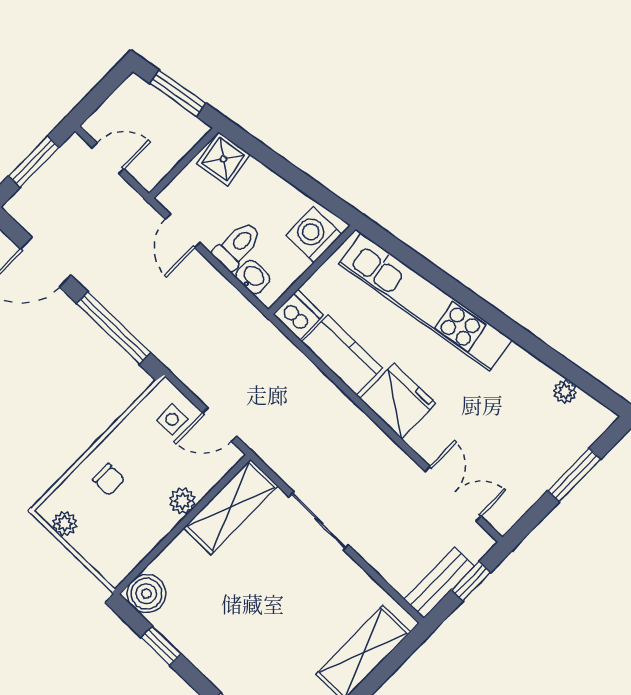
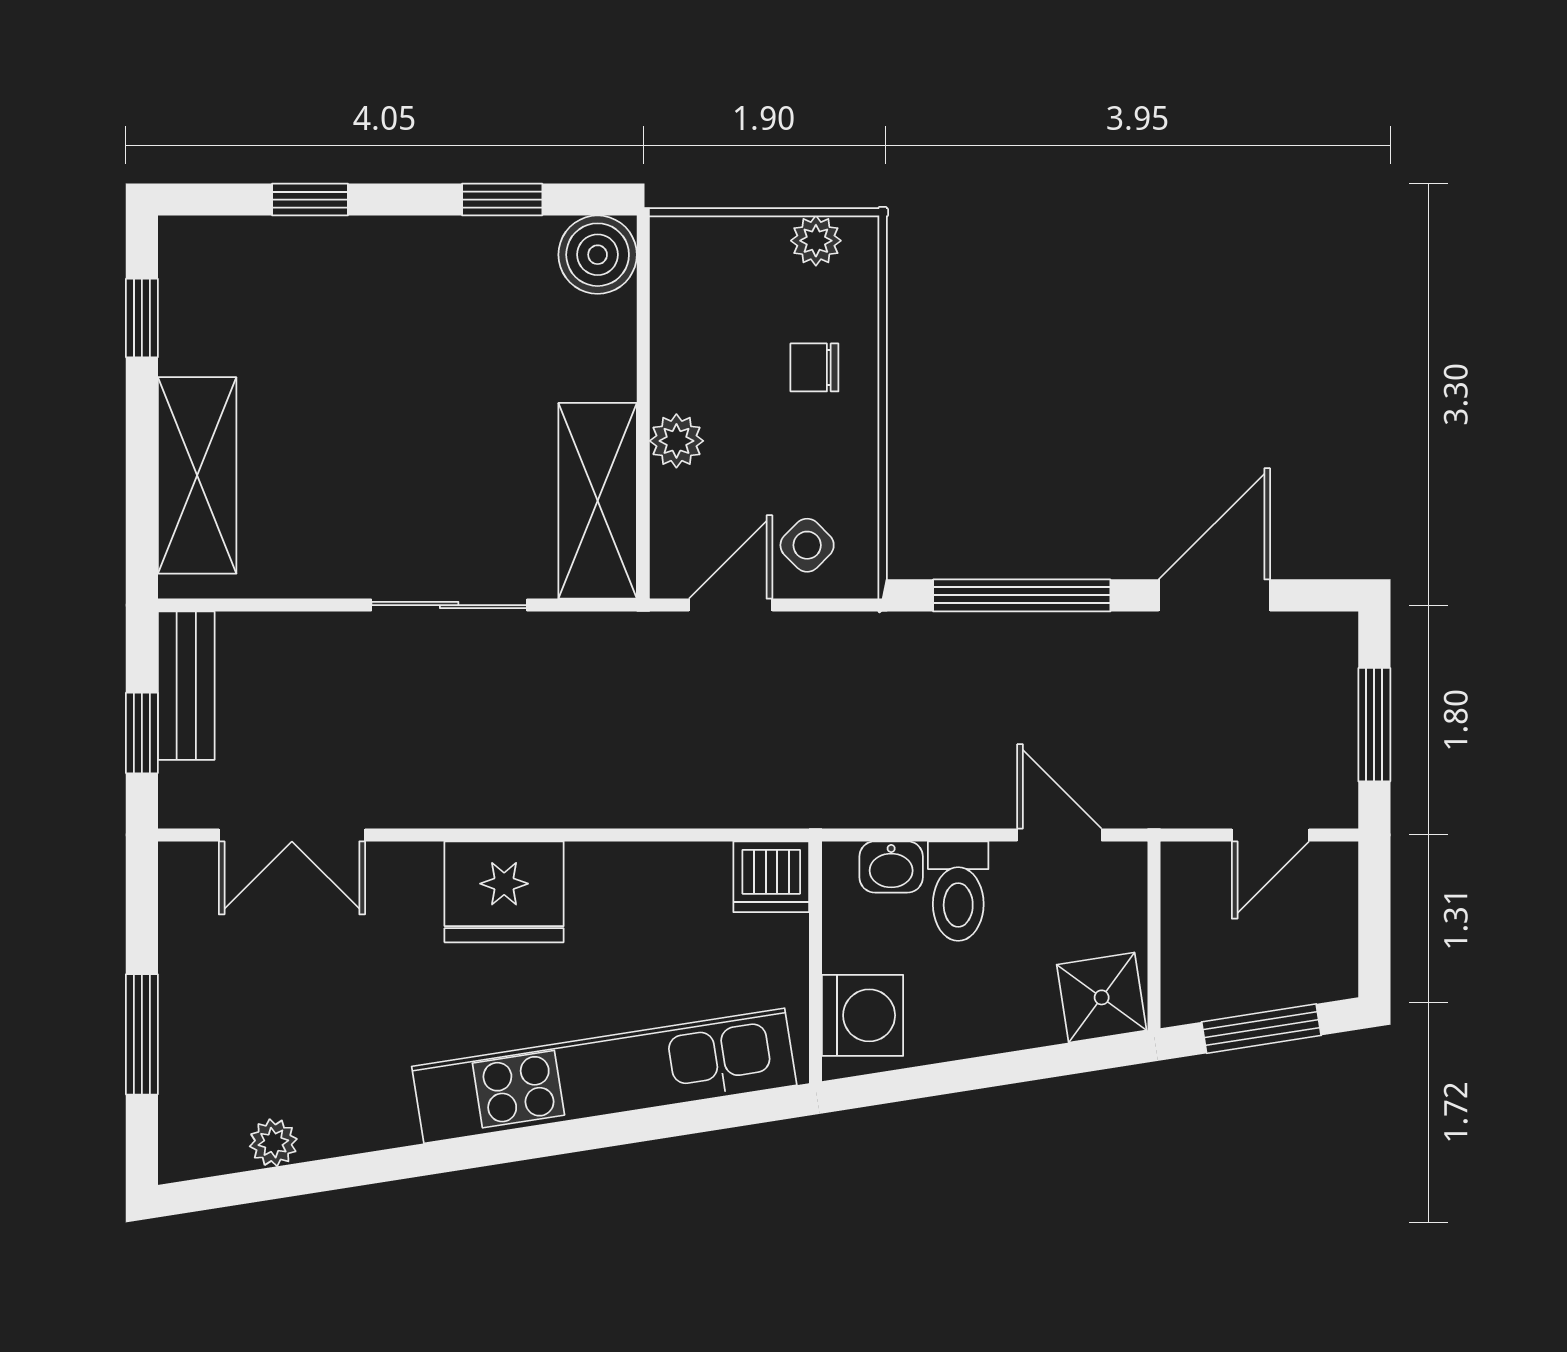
kitchen counter: (342, 355) -> (651, 880), removed
side table: (172, 419) -> (807, 545), turned 45

